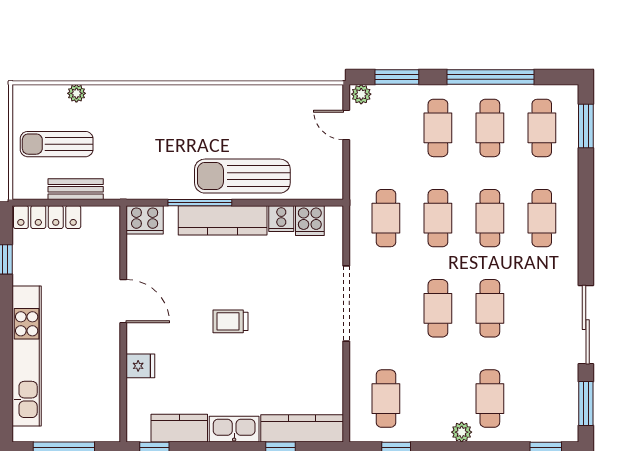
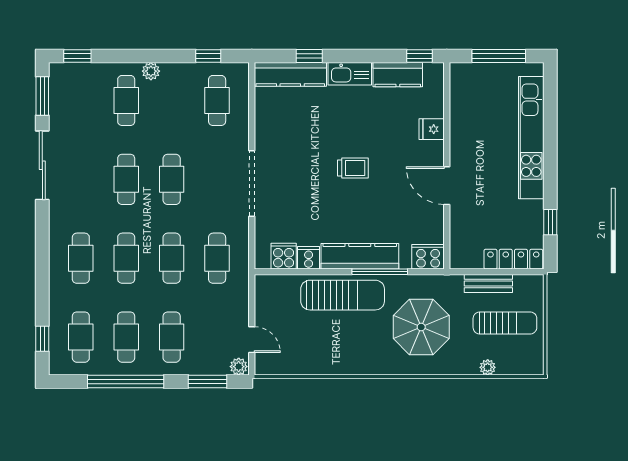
window: (586, 126) -> (42, 339), width x0.67
parasol: (152, 139) -> (421, 327), added

